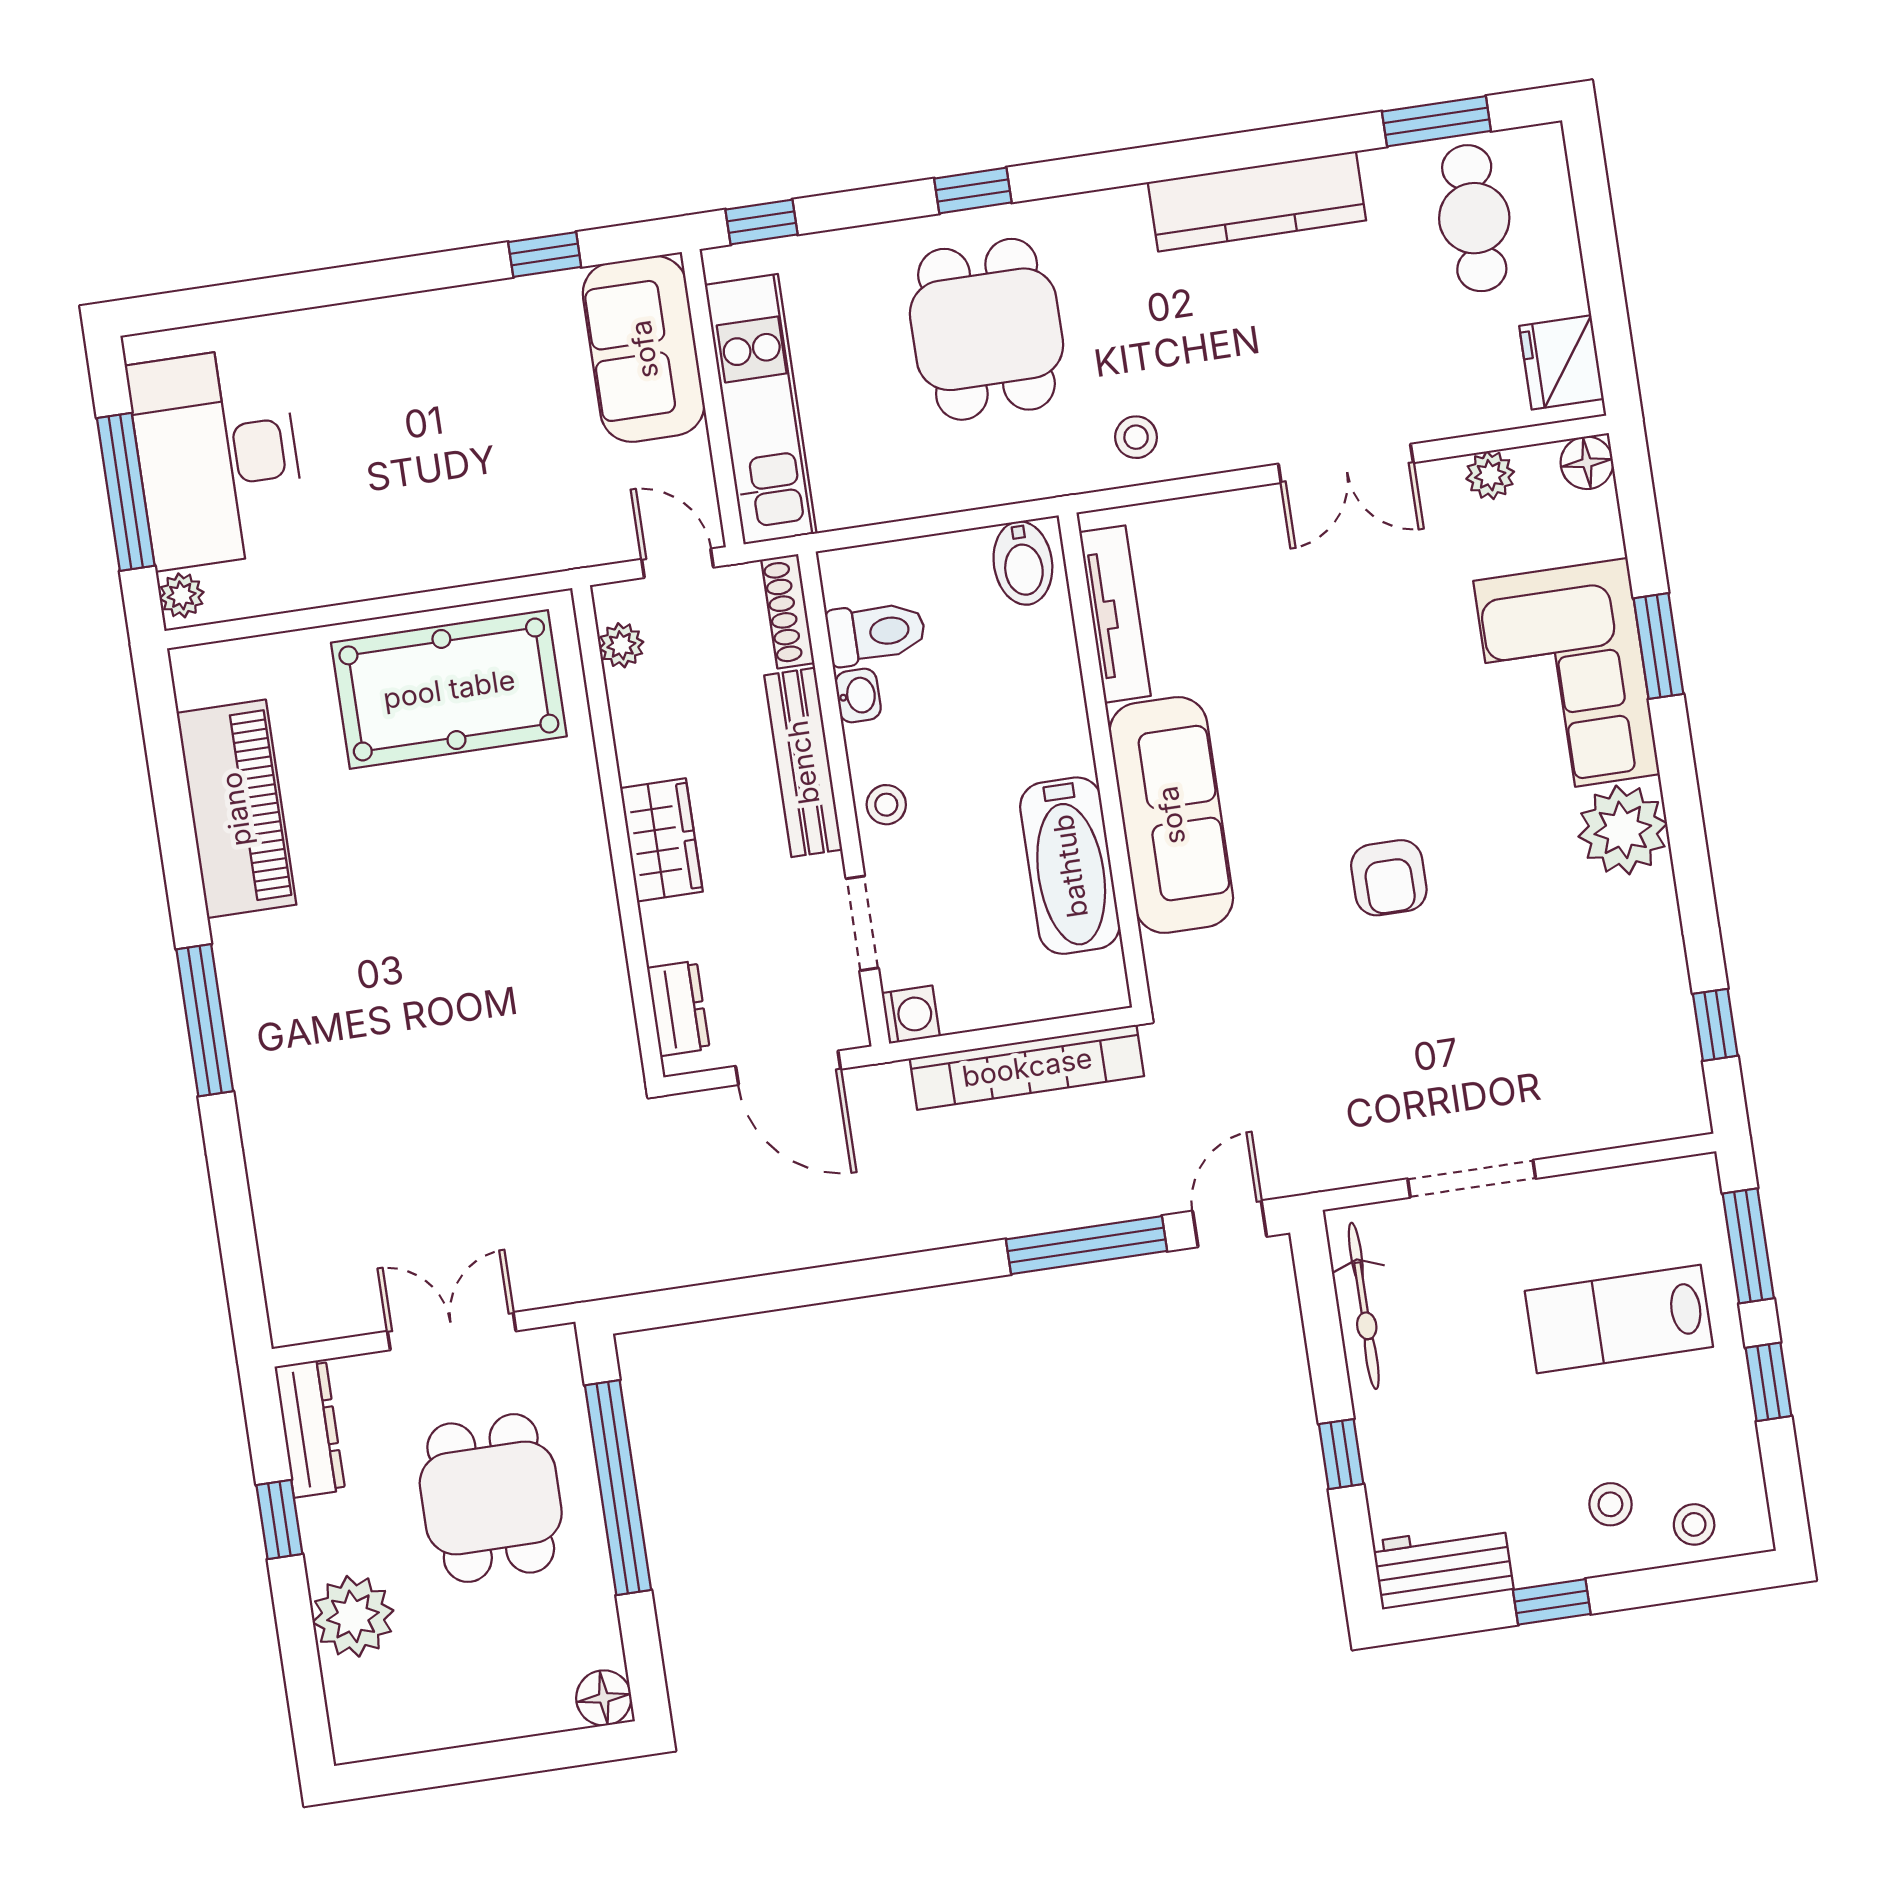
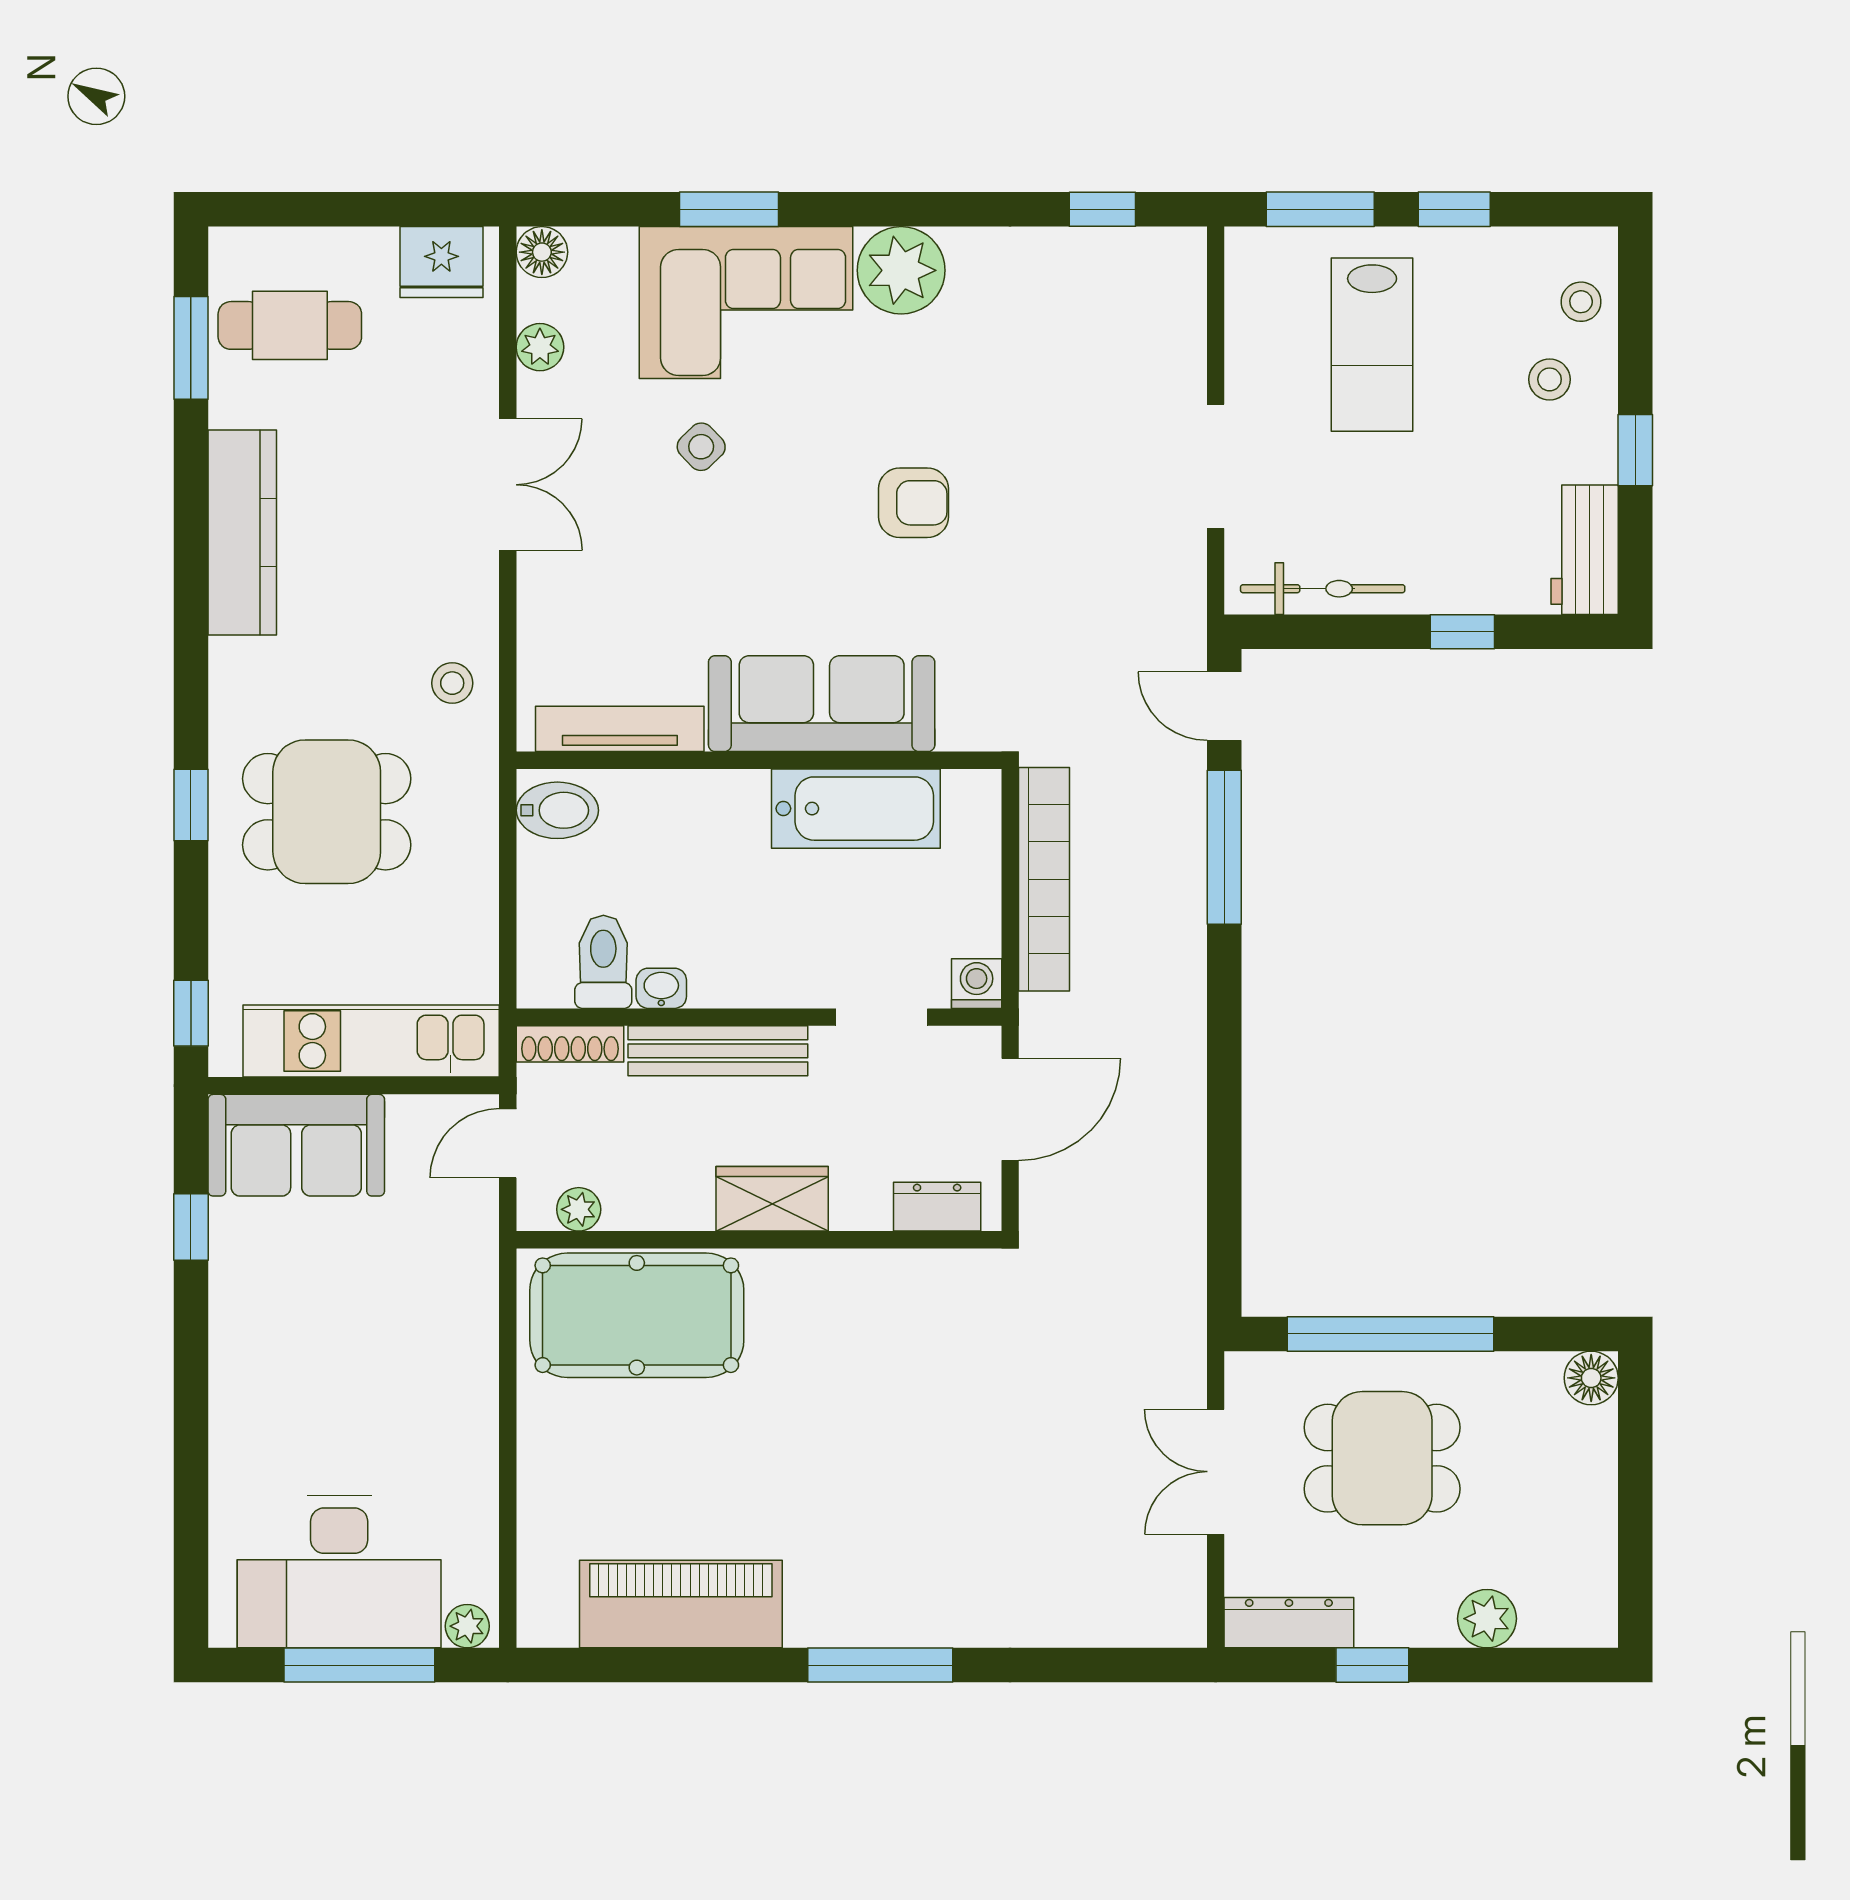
side table: (1414, 654) -> (701, 447), added
pool table: (449, 689) -> (637, 1315), moved, turned 90
stool: (886, 805) -> (771, 977), removed
plant: (353, 1616) -> (1487, 1619), width x0.73, depth x0.73

